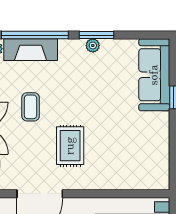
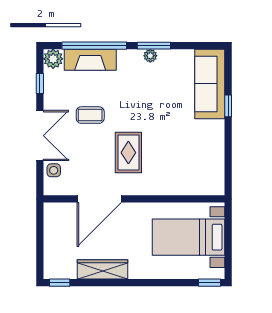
coffee table: (31, 107) -> (90, 115), turned 90

